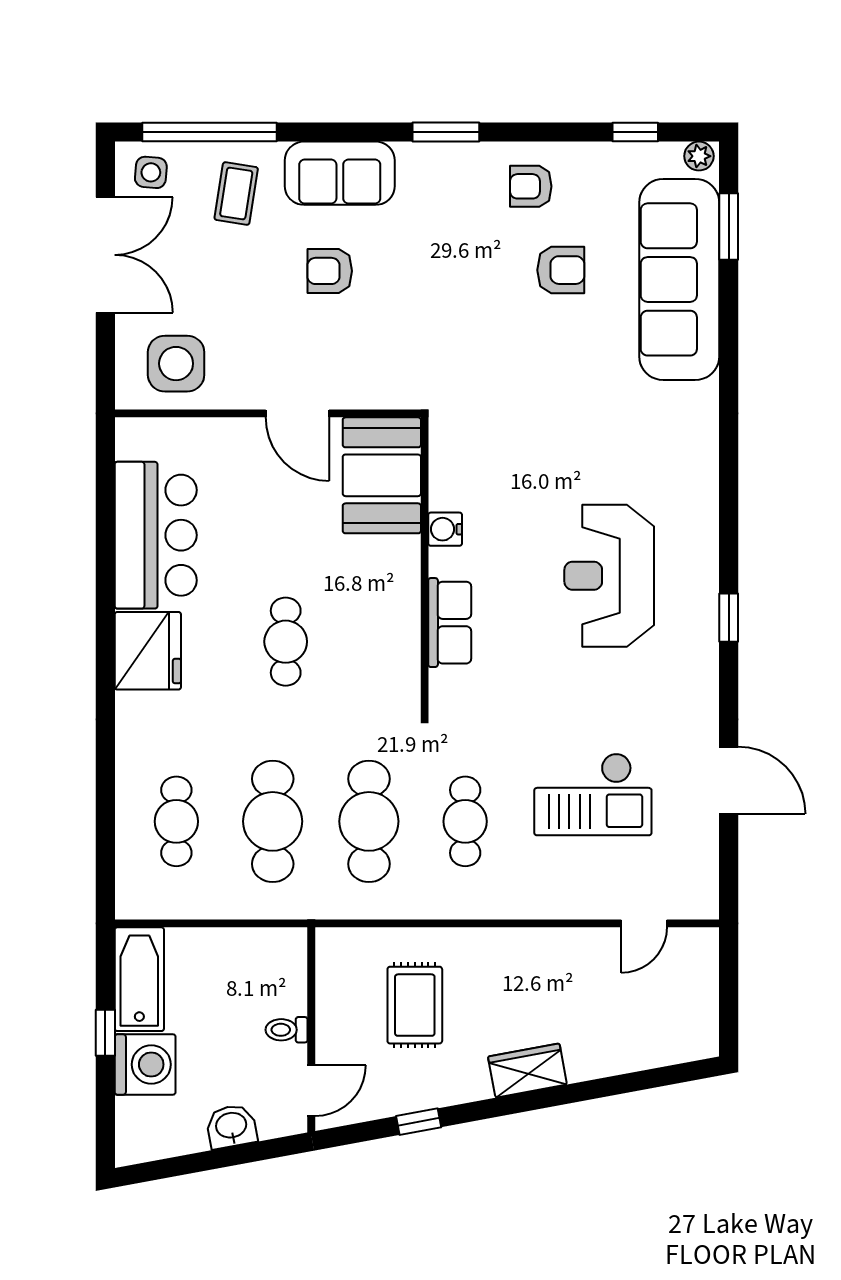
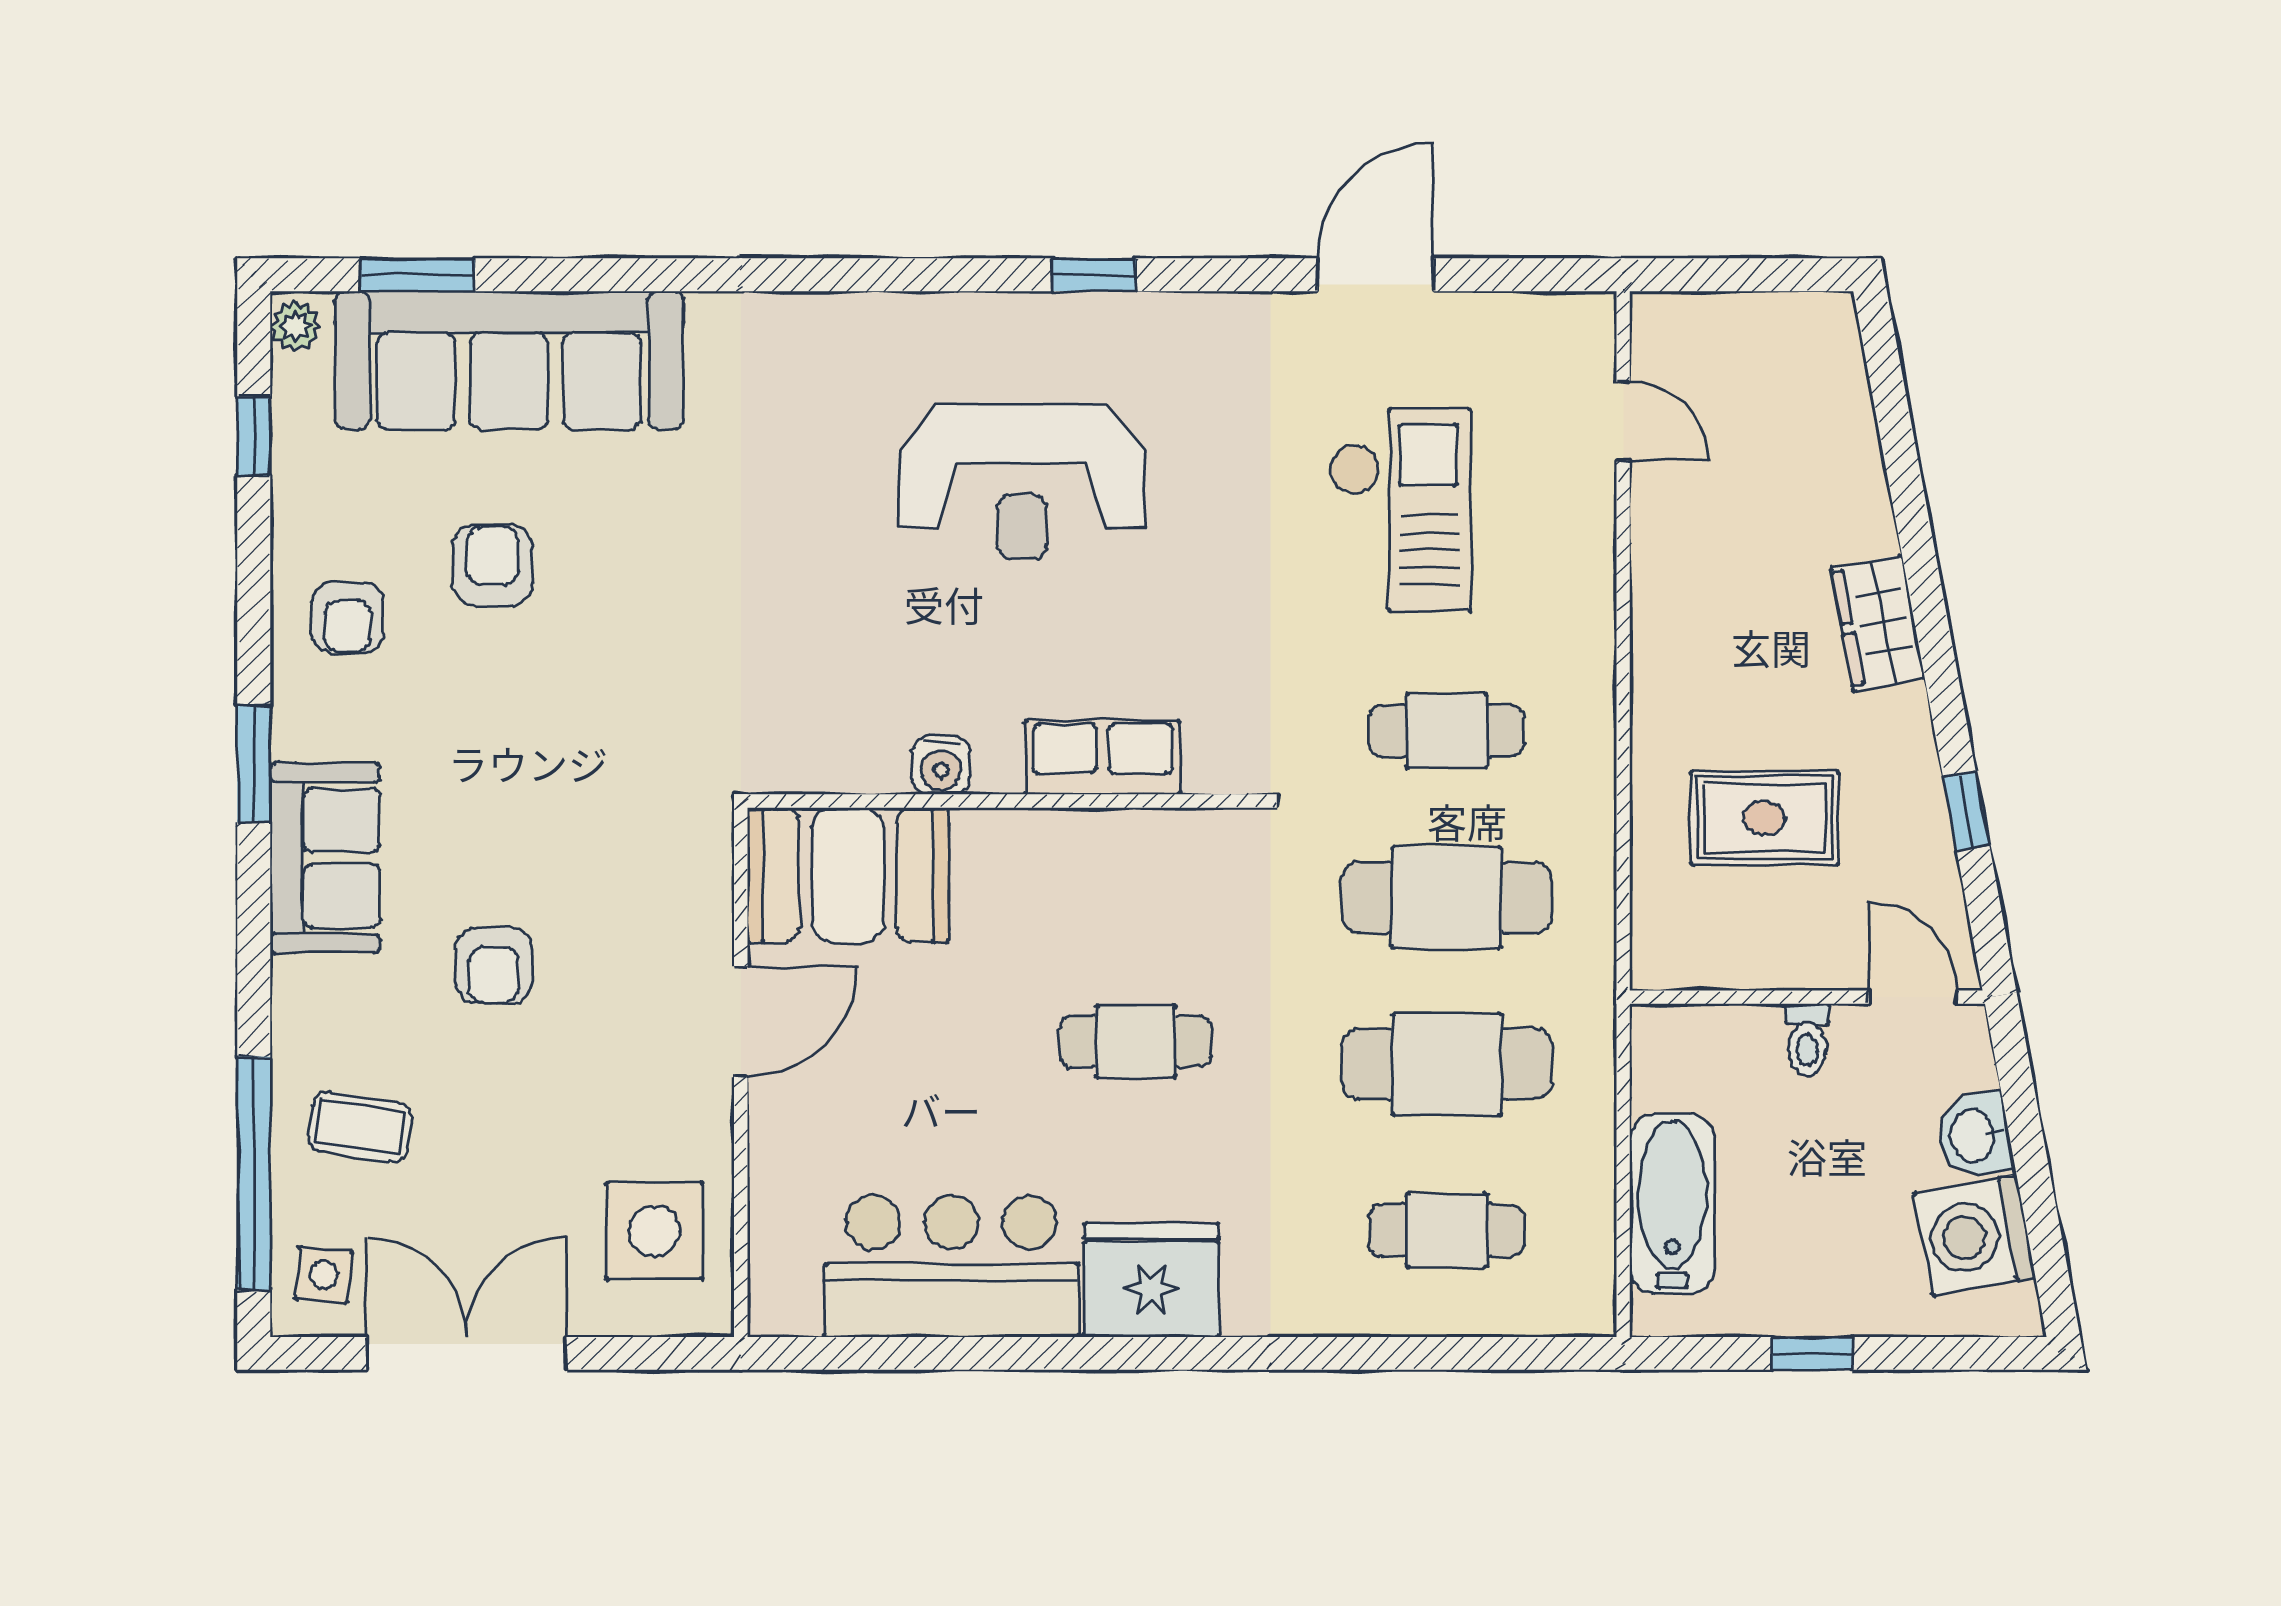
sofa: (340, 173) -> (325, 858), moved
bathtub: (139, 979) -> (1672, 1204), moved, turned 90
washing machine: (145, 1064) -> (1975, 1236), moved, turned -100

